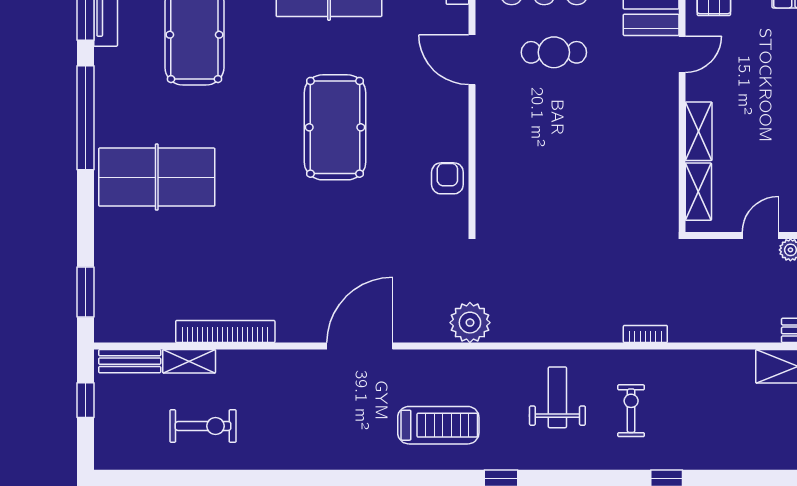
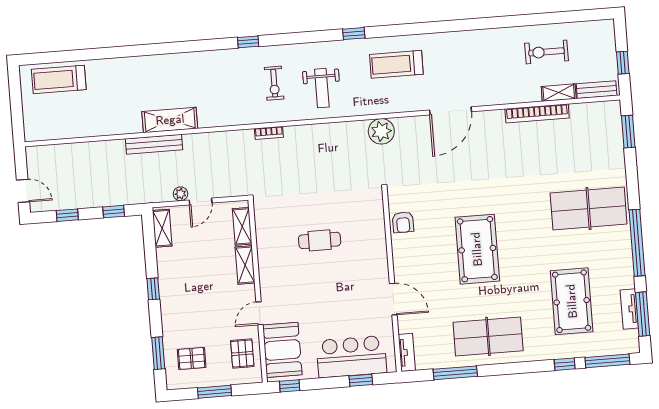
cafe table: (554, 52) -> (320, 240), moved

